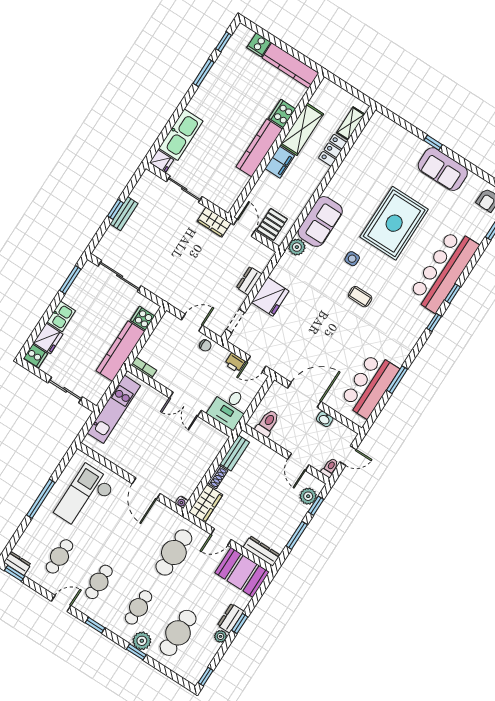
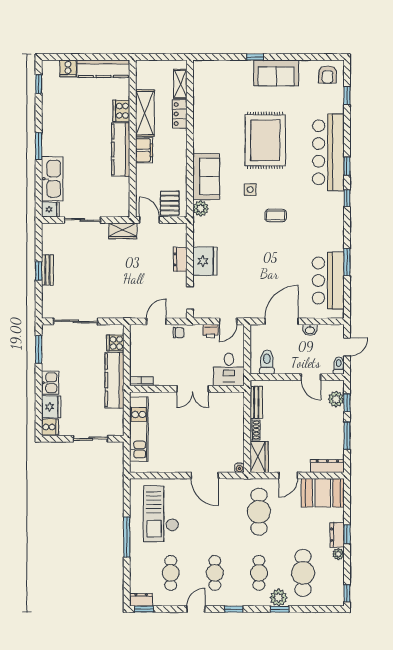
window: (204, 73) -> (39, 146), moved

